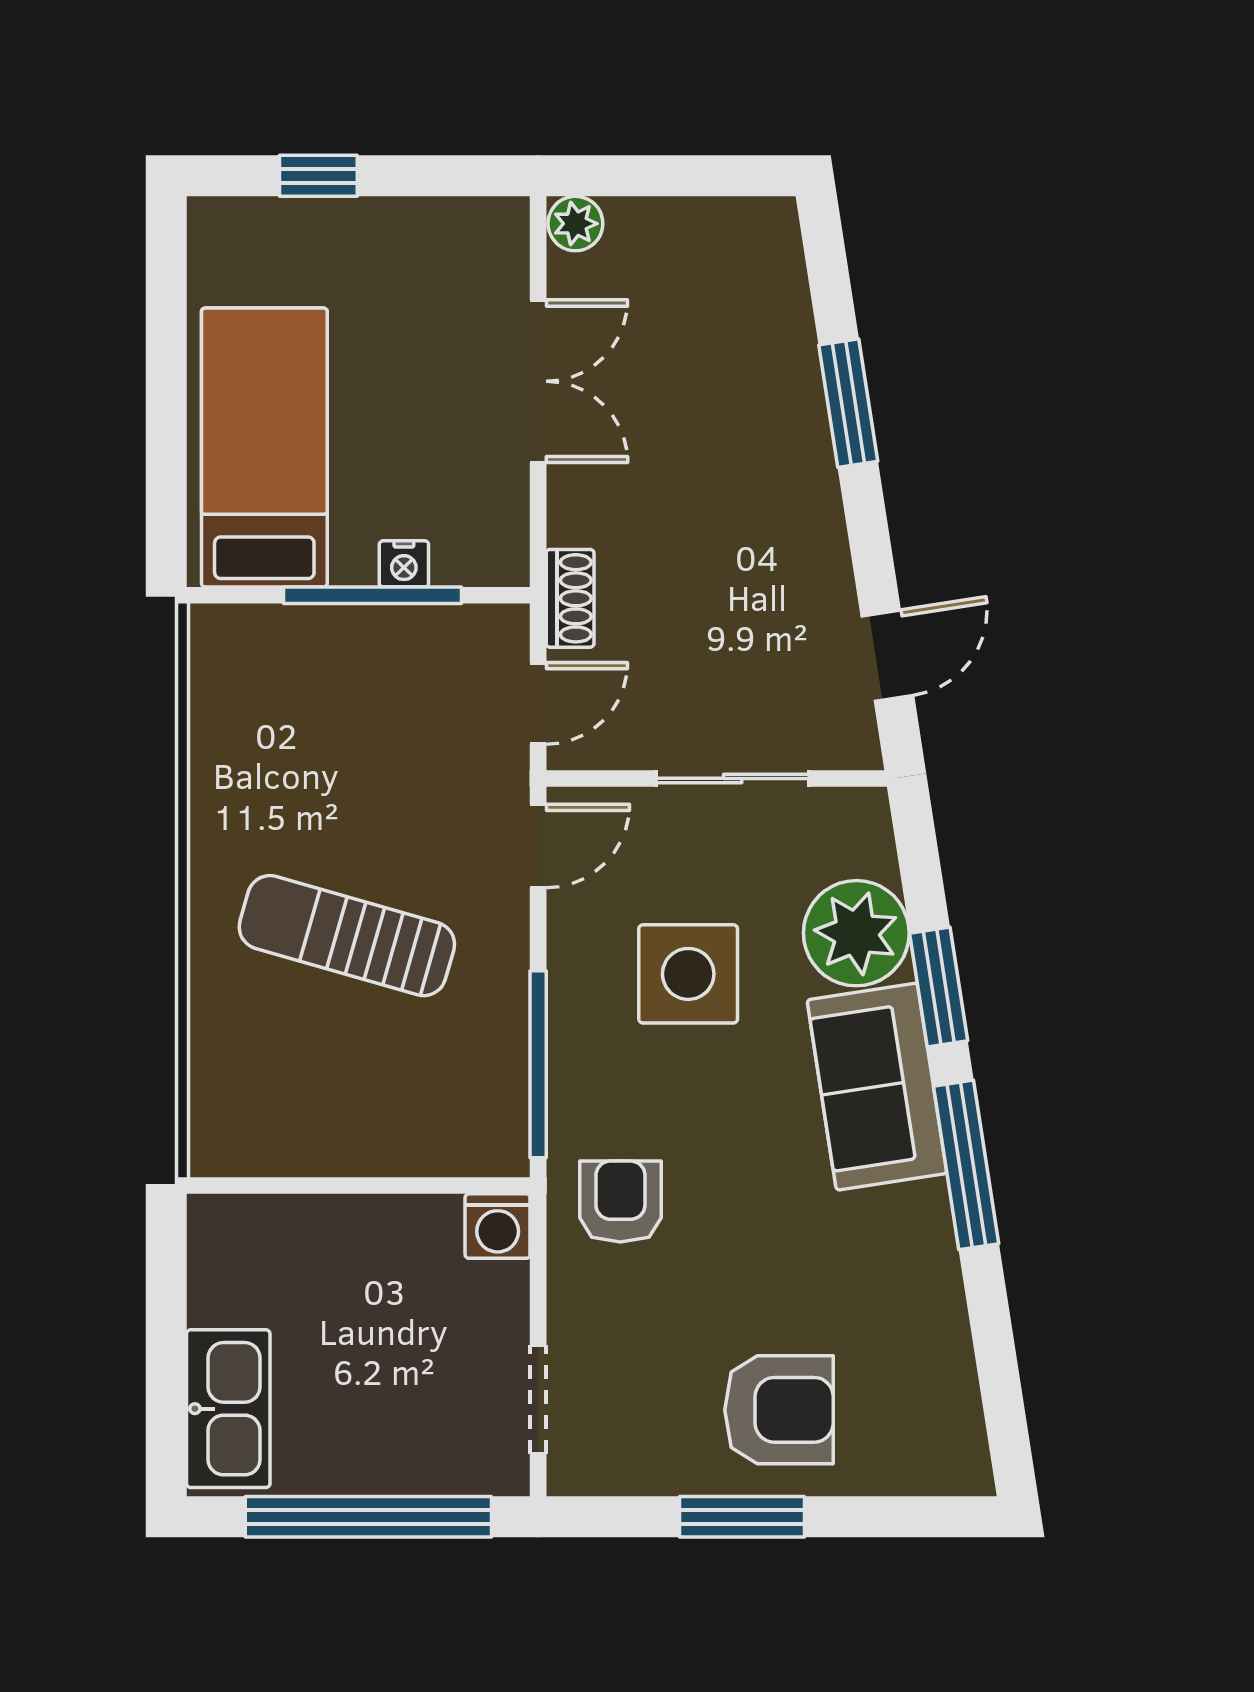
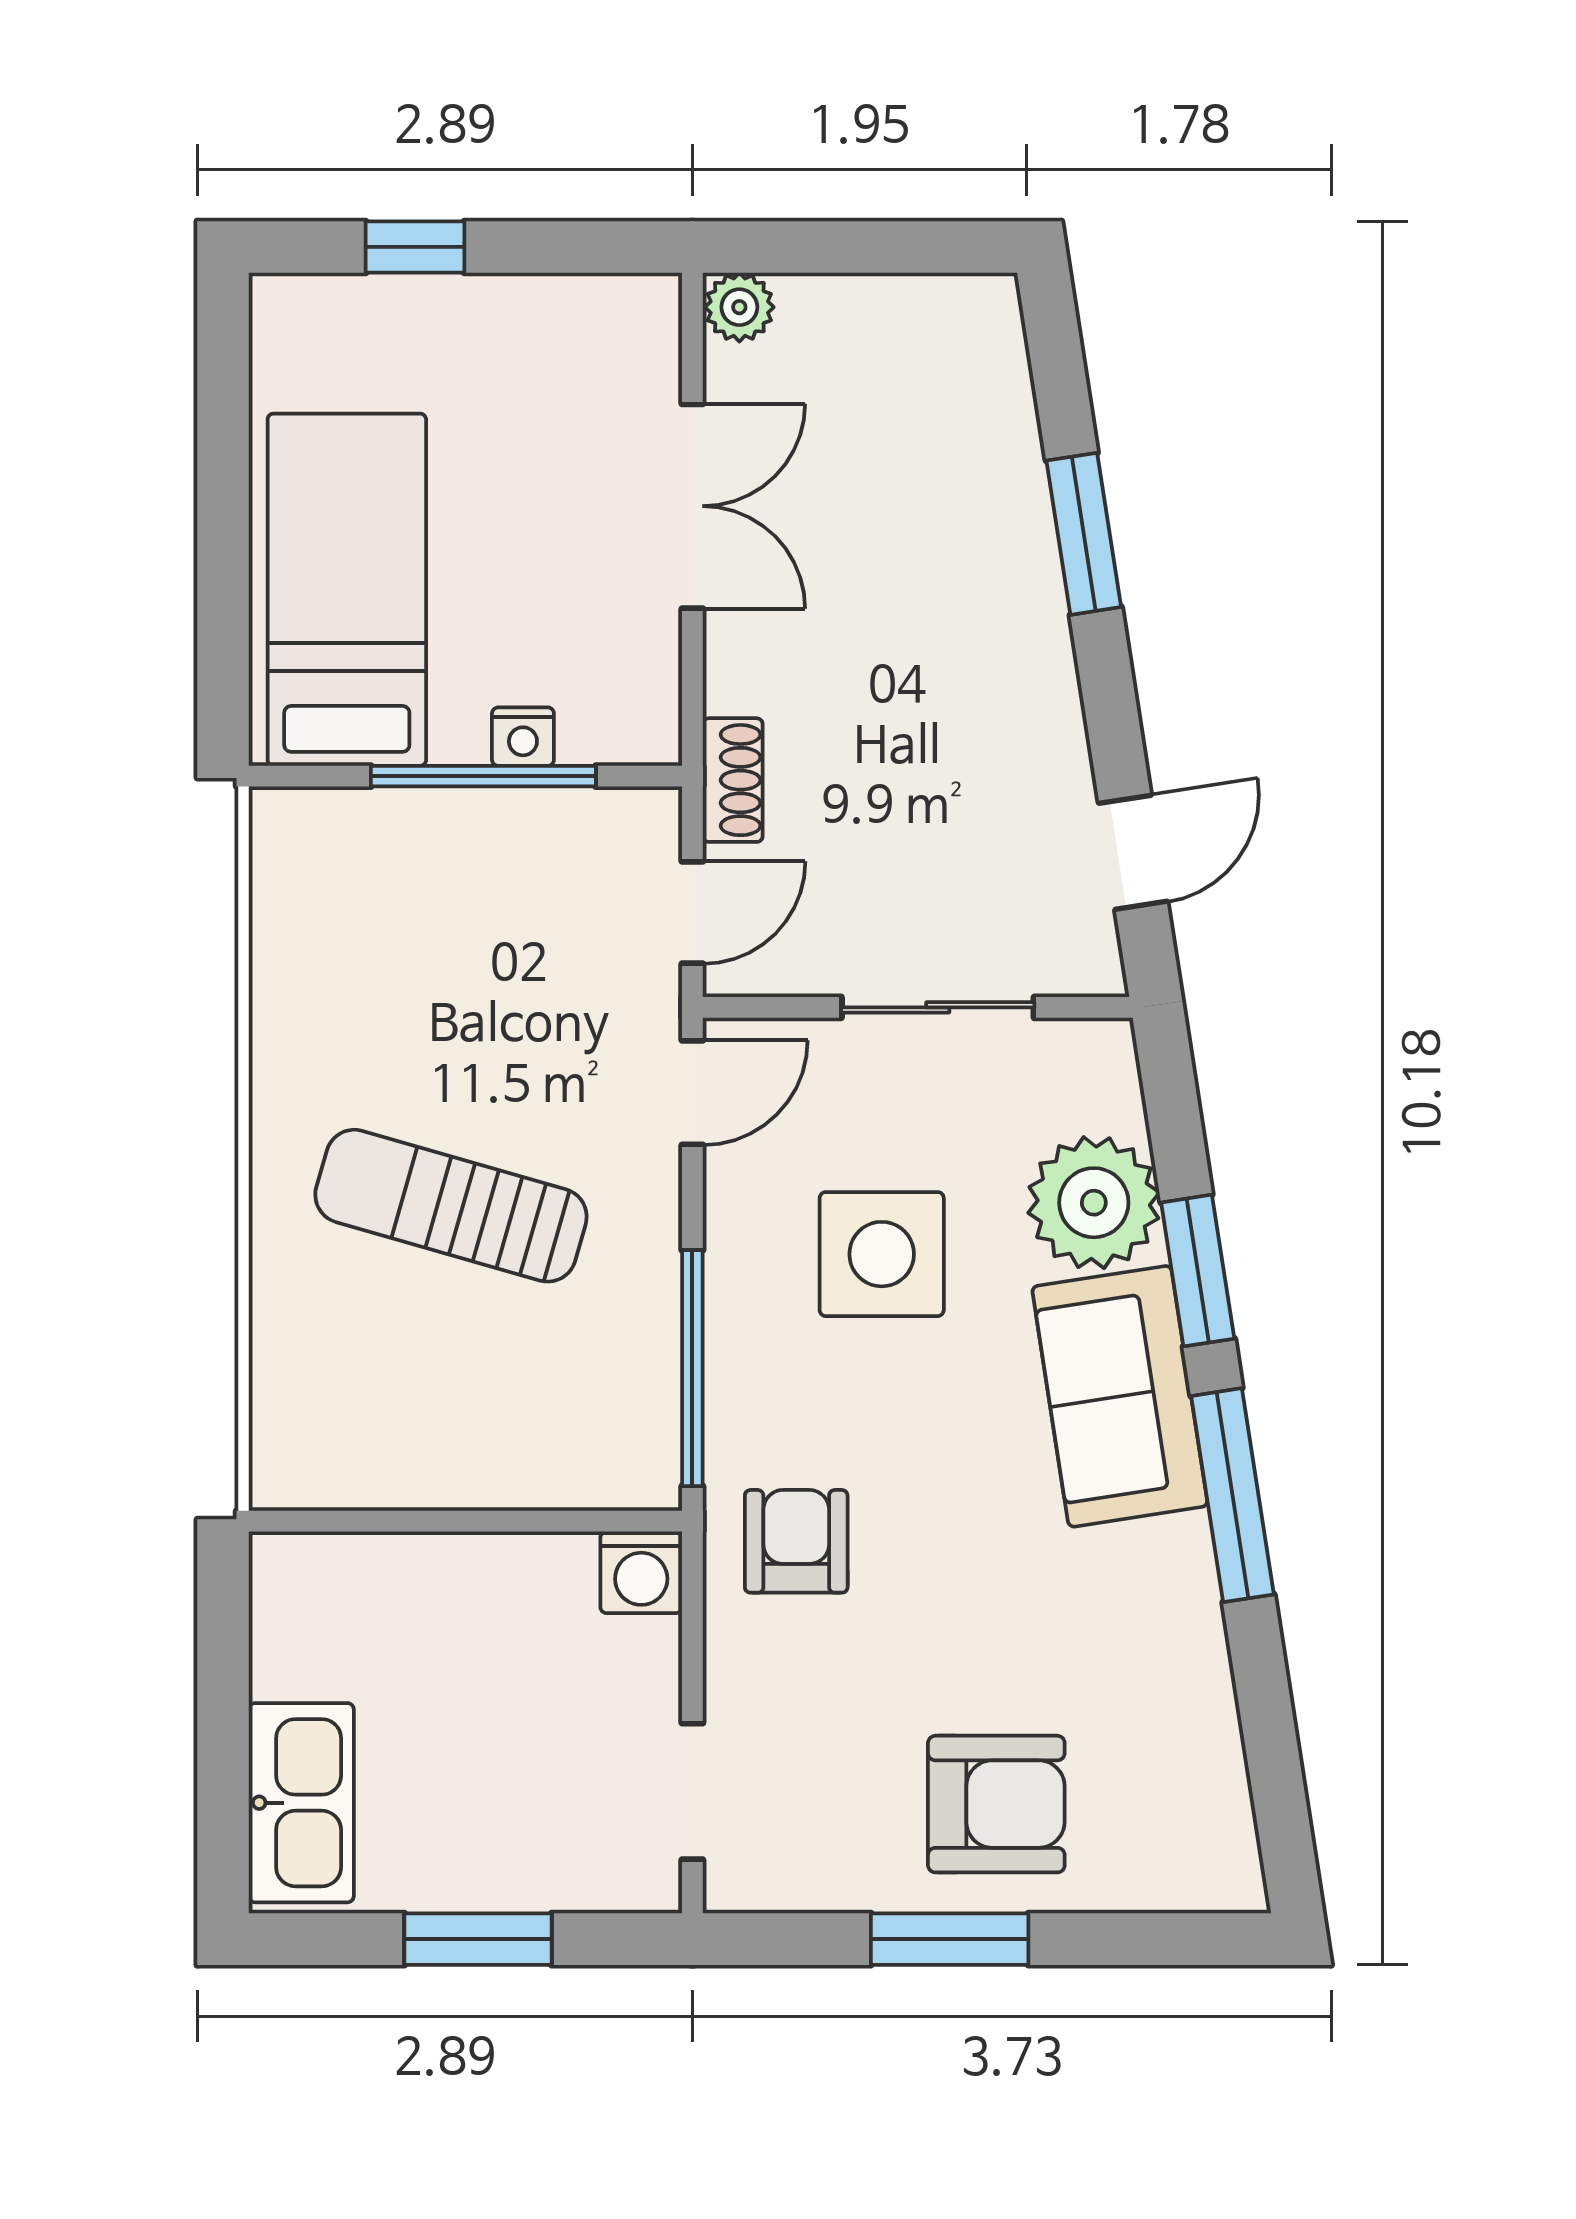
window: (368, 1517) -> (478, 1939), width x0.47

